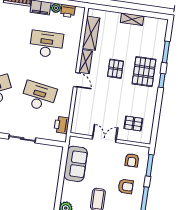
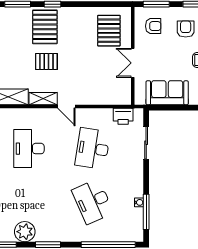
pallet: (144, 72) -> (45, 27), turned 90
door: (76, 80) -> (66, 107), swing flipped
pallet: (133, 123) -> (109, 31), width x1.50, depth x1.42
sliding door: (22, 139) -> (146, 143), moved

